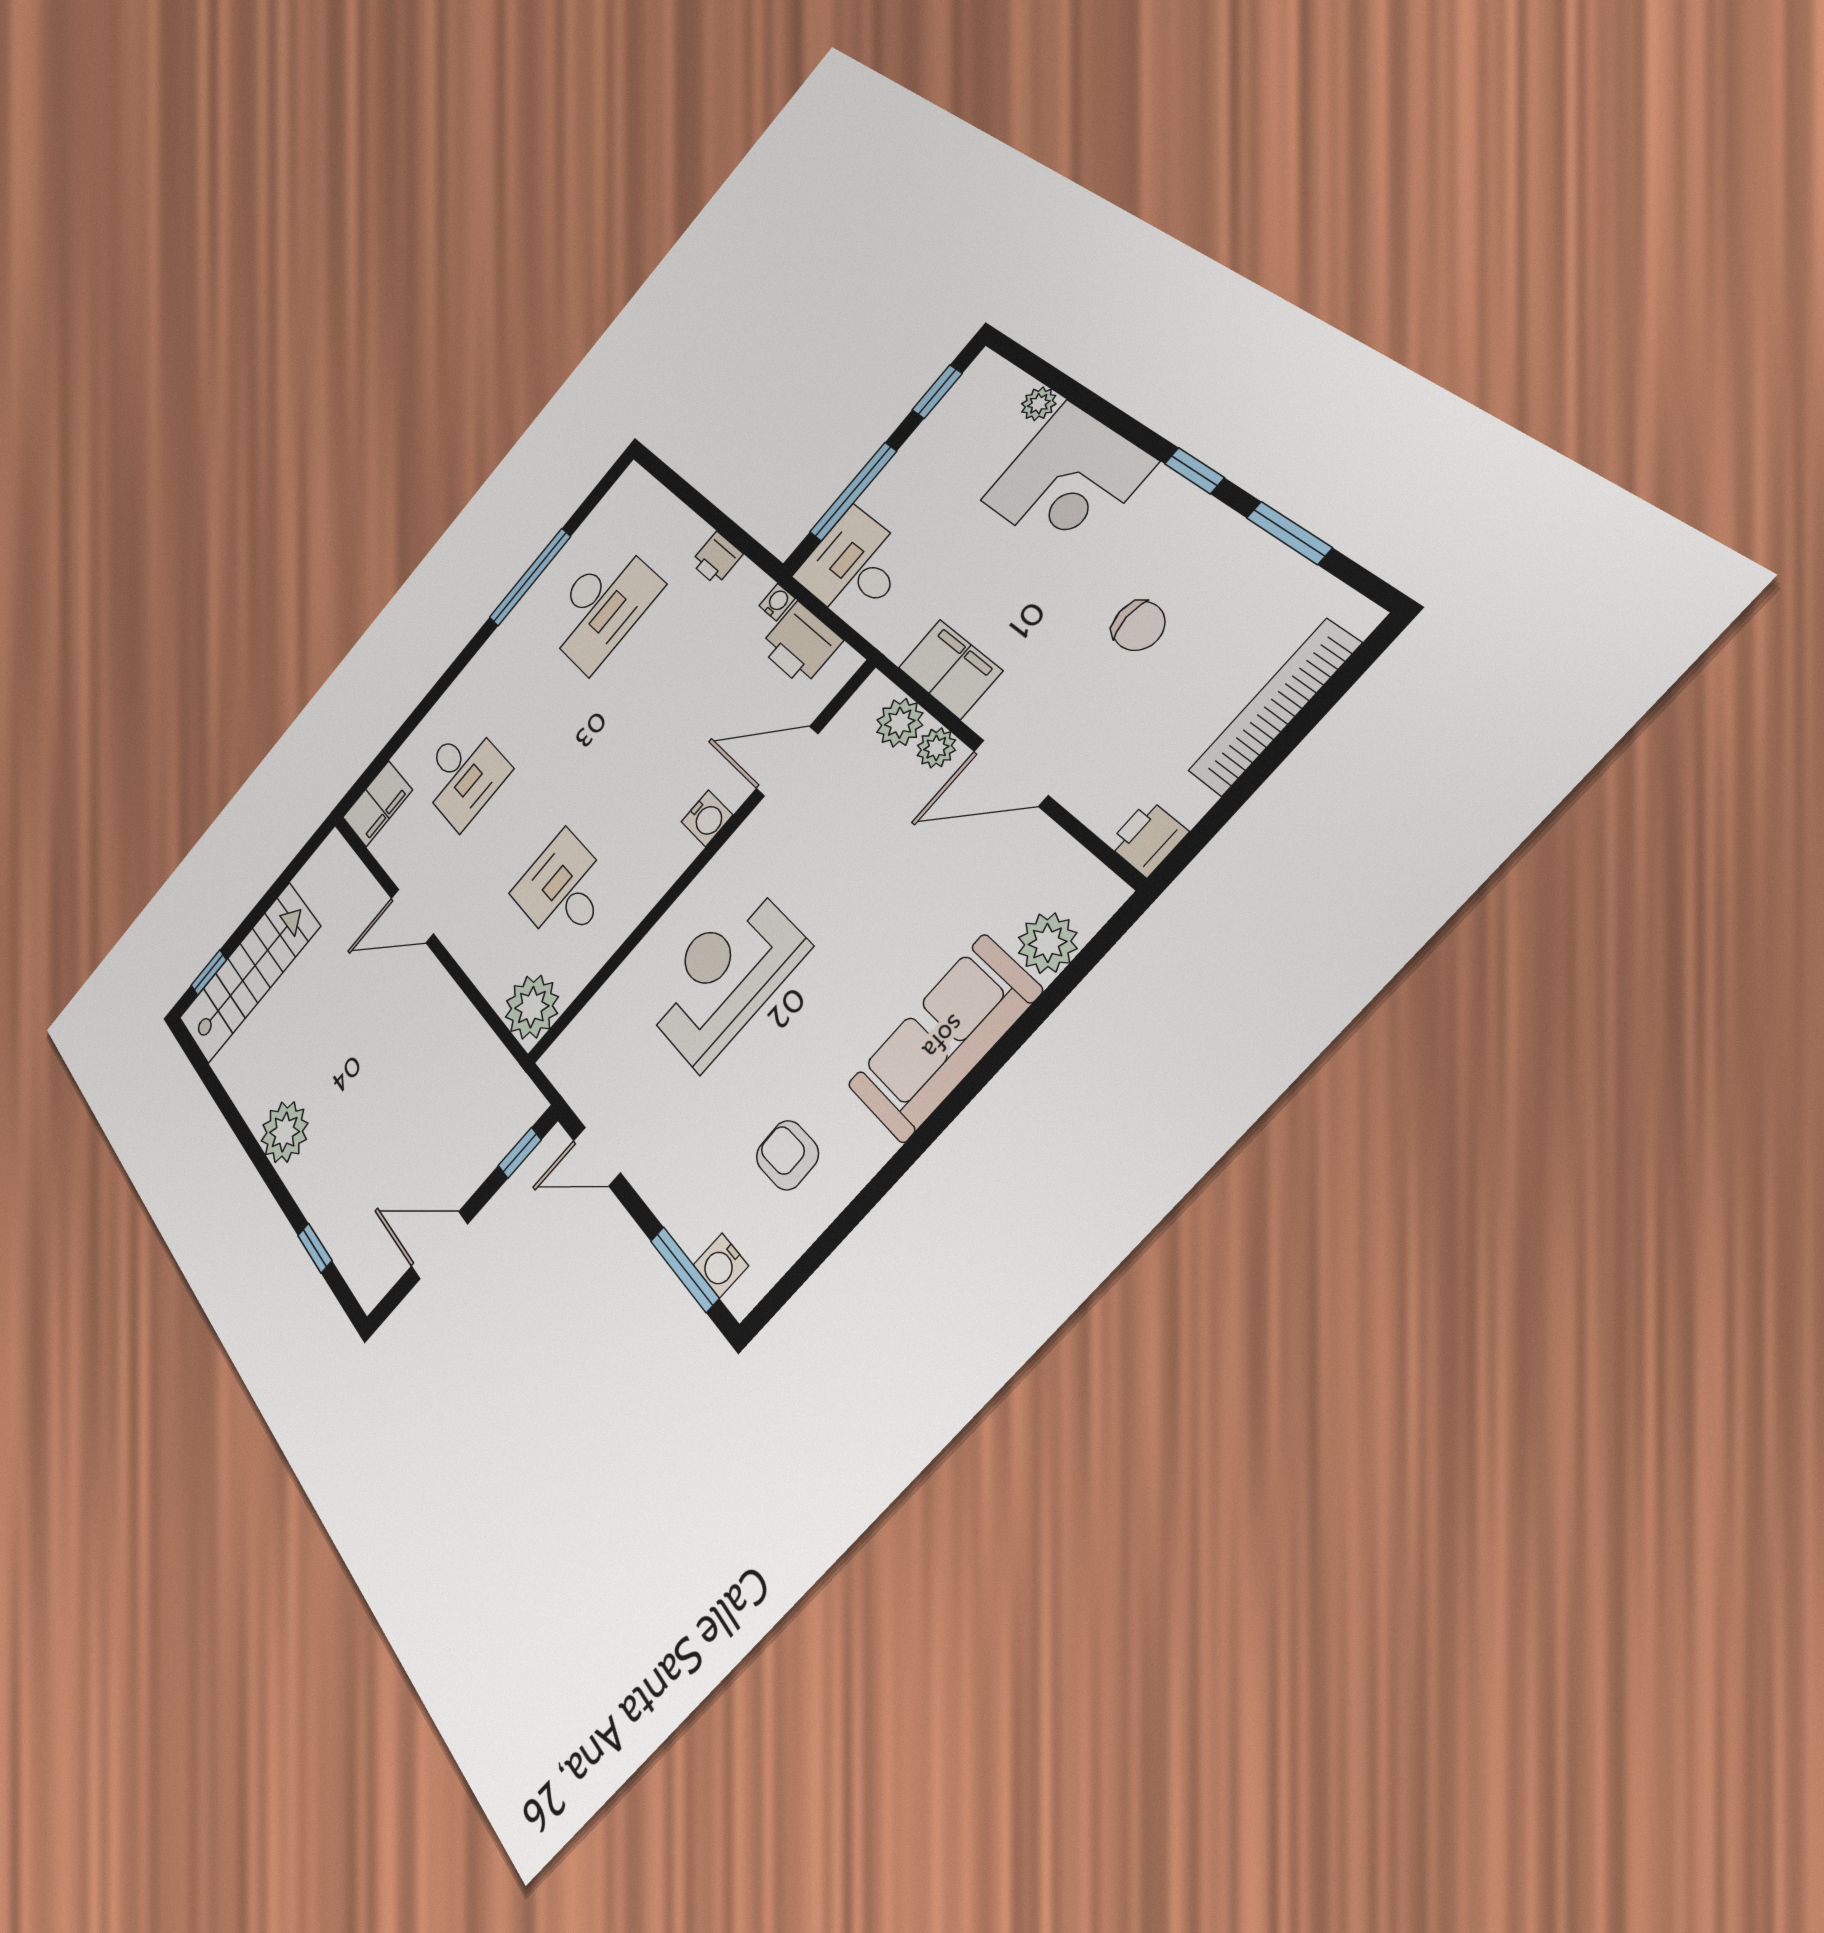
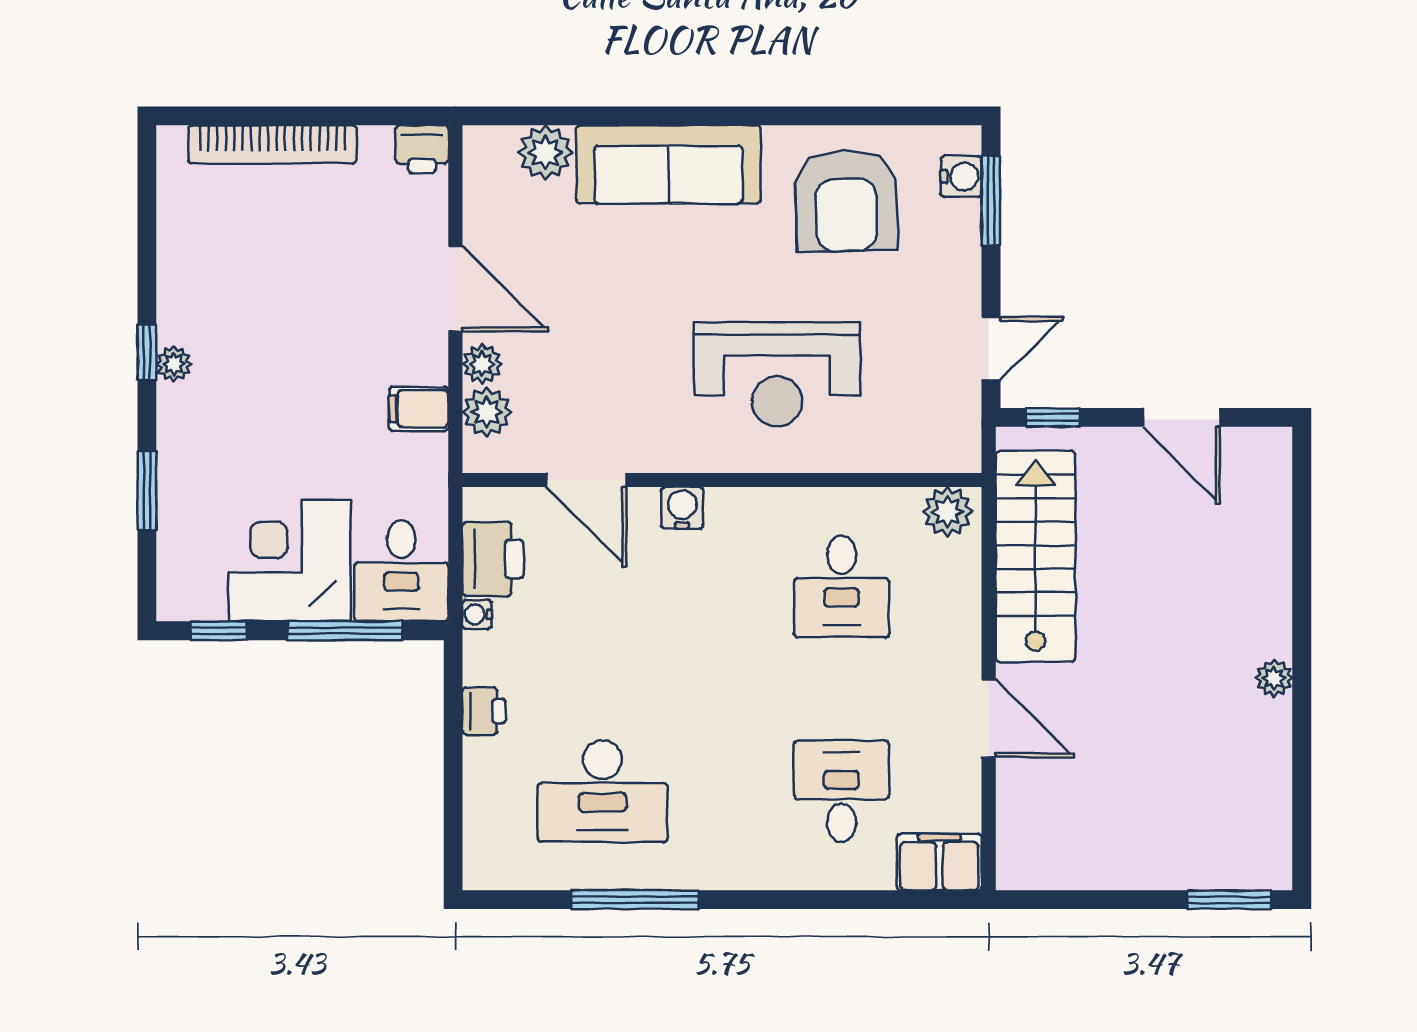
plant: (1039, 404) -> (174, 364), moved
corner desk: (1068, 481) -> (290, 561), moved, turned -90
window: (1289, 533) -> (147, 490), moved
desk: (602, 606) -> (603, 791), turned 180
chair: (1138, 626) -> (285, 291), removed
filing cabinet: (950, 669) -> (419, 409), width x0.50
window: (209, 972) -> (1229, 900), width x1.50
stairs: (249, 973) -> (1035, 557), moved, turned 90
plant: (532, 1007) -> (947, 512), width x0.73, depth x0.73
plant: (285, 1132) -> (1274, 678), width x0.53, depth x0.53
armchair: (787, 1155) -> (846, 201), width x1.88, depth x1.88
door: (597, 1157) -> (991, 348), hinge flipped
window: (315, 1248) -> (1302, 531), removed

